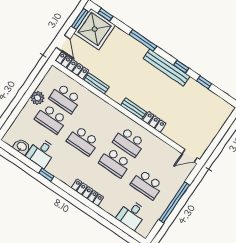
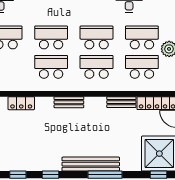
bench: (167, 67) -> (91, 164), moved
school desk: (97, 120) -> (97, 67), added
locker: (154, 122) -> (21, 103), moved

